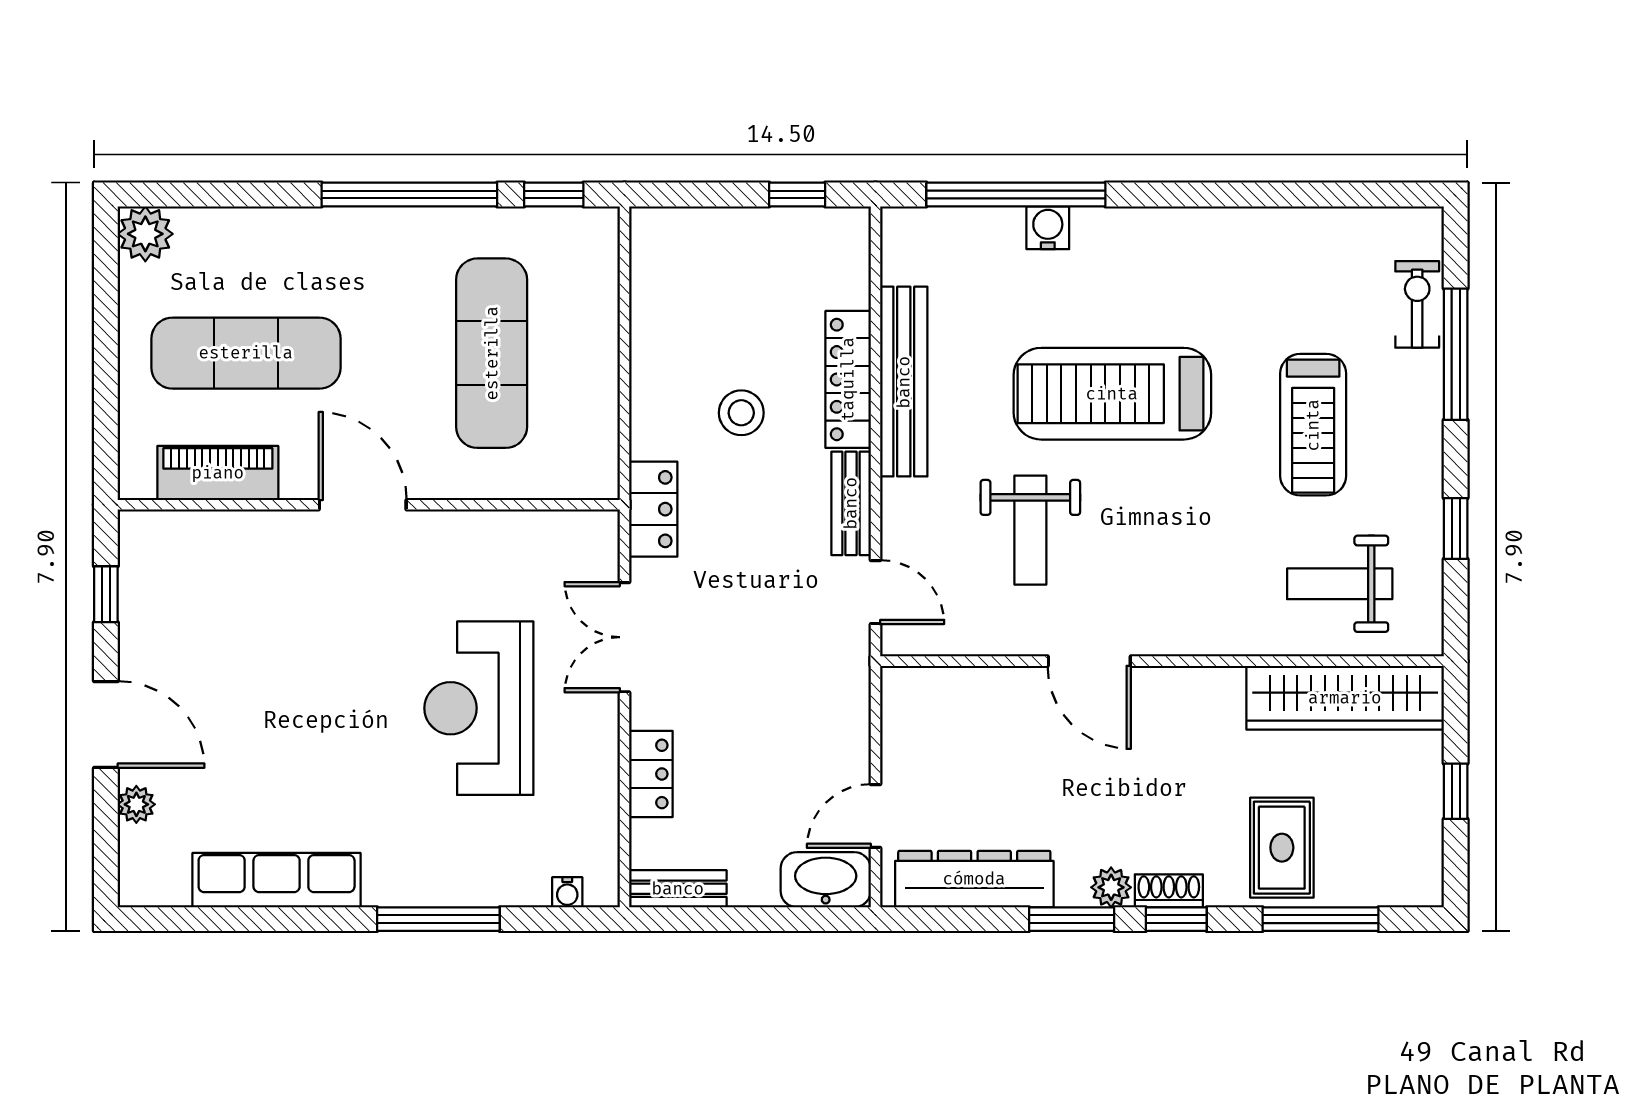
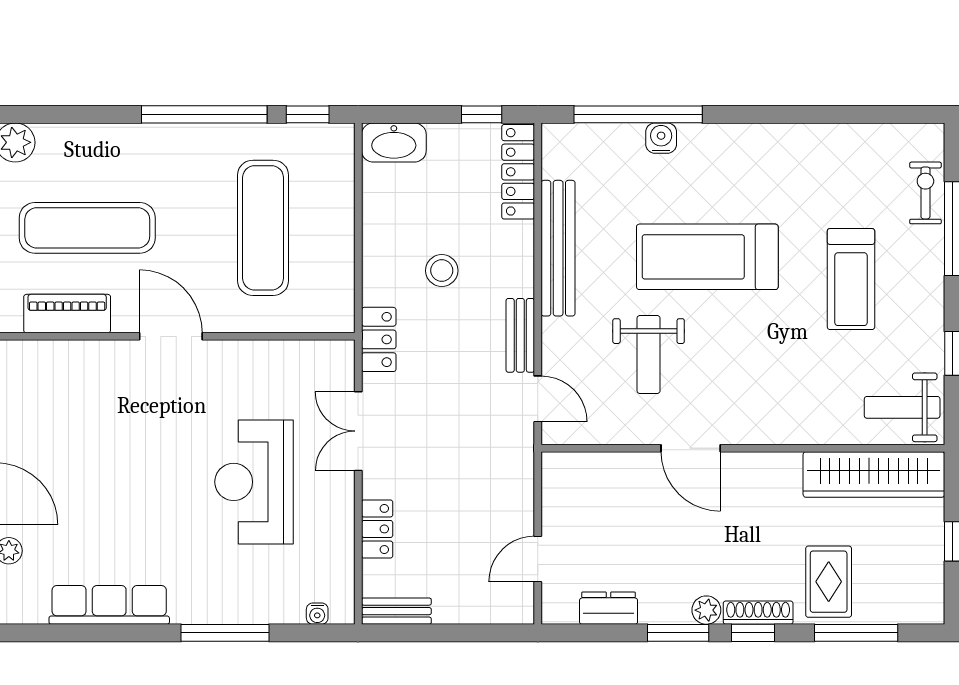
locker: (848, 379) -> (518, 172), moved
weight bench: (1340, 584) -> (902, 407), moved
dresser: (974, 879) -> (609, 608), width x0.51, depth x0.80
washbasin: (826, 880) -> (394, 143), moved, turned 180
shoe rack: (1169, 891) -> (758, 613), width x1.43

